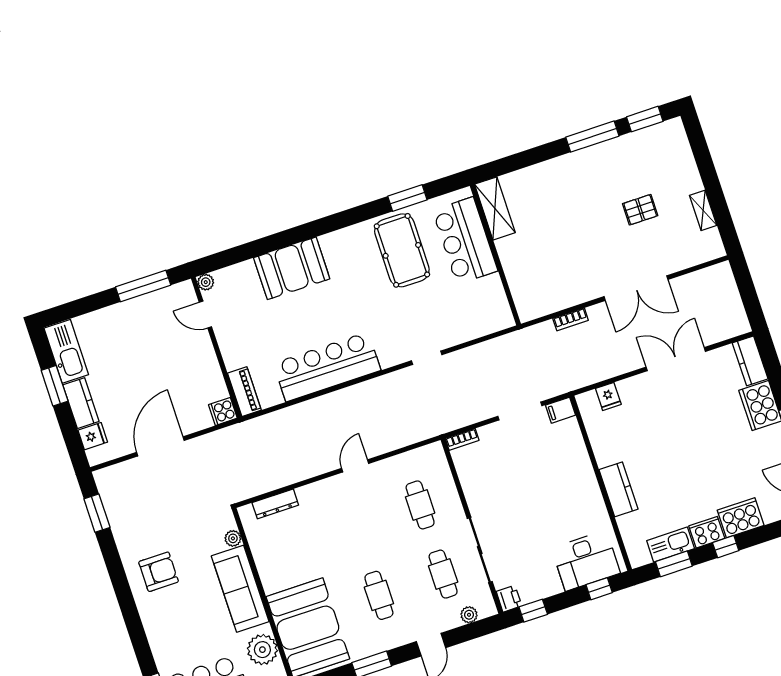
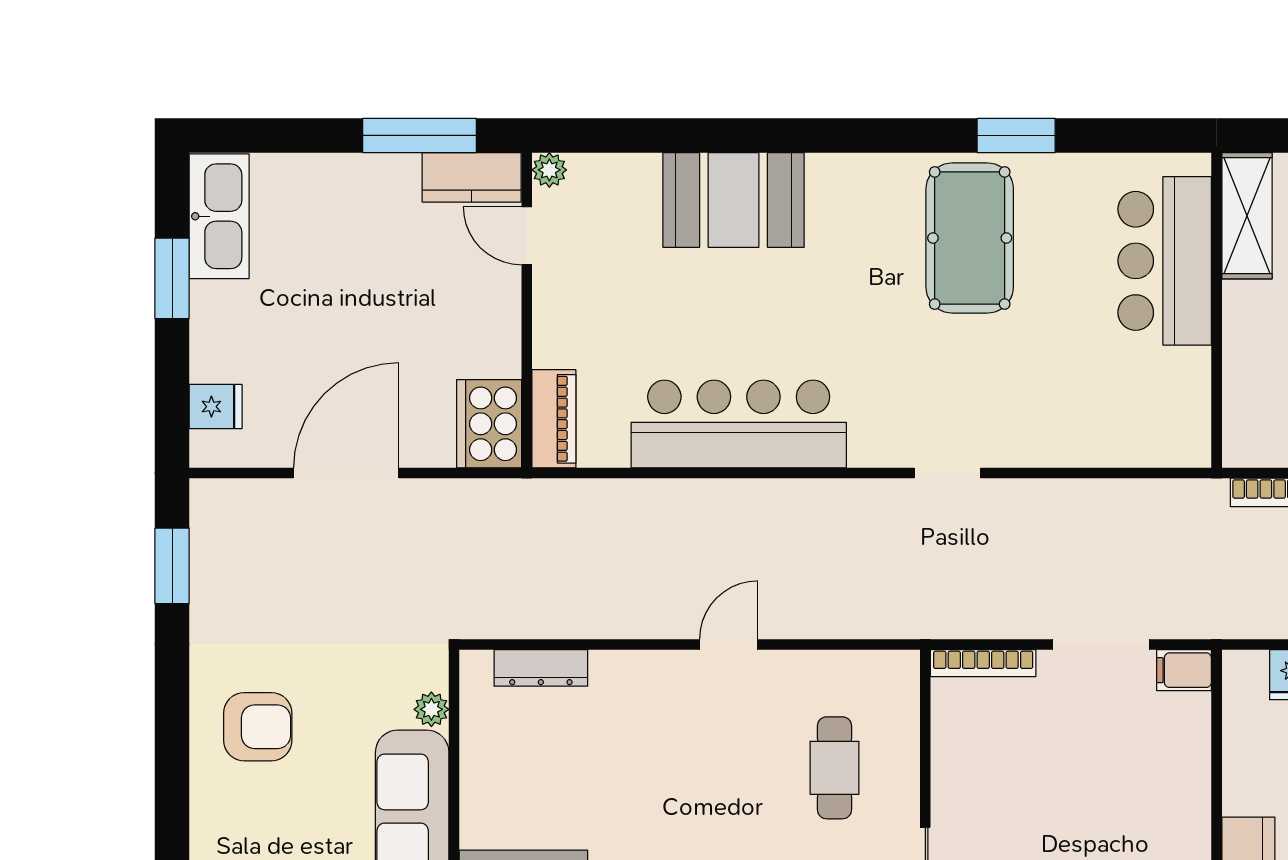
shelving: (495, 208) -> (1247, 216), moved
bar counter: (465, 241) -> (1165, 261), moved
wall: (495, 255) -> (1217, 310), moved
kitchen counter: (81, 403) -> (472, 177), moved, turned 90
cooker: (223, 411) -> (489, 424), width x1.87, depth x1.31
bookcase: (462, 439) -> (983, 663), width x1.56

